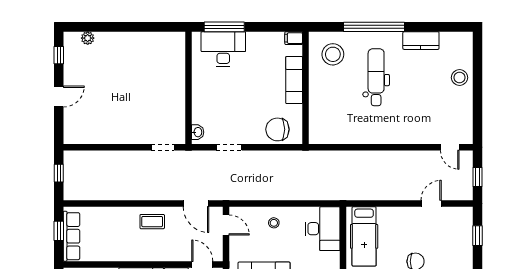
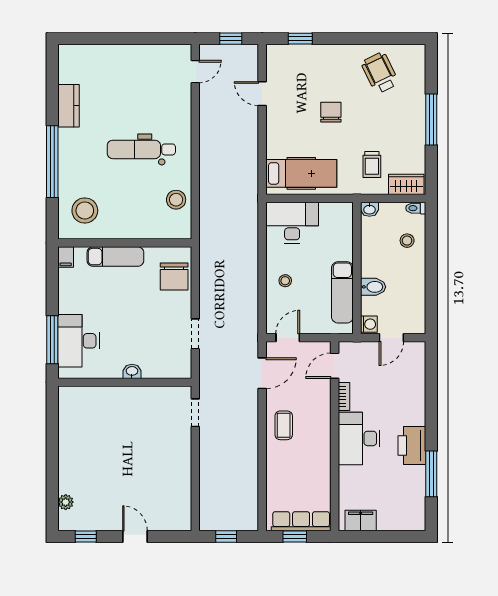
dental chair: (376, 77) -> (141, 149), moved
stool: (460, 78) -> (176, 200), moved
washbasin: (198, 132) -> (132, 371), moved

